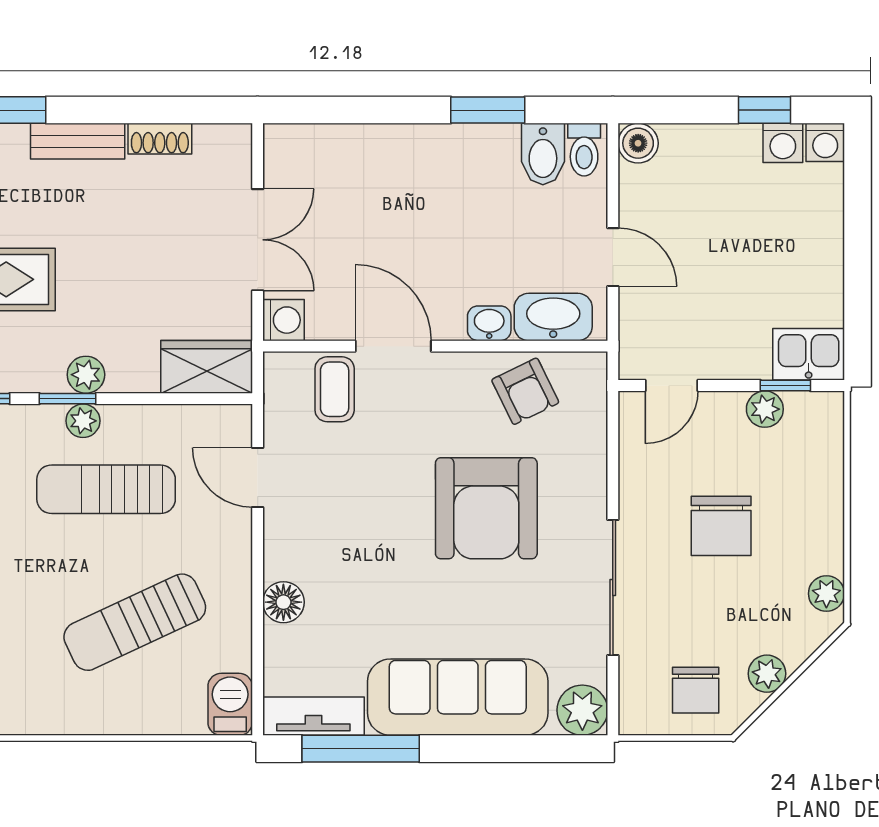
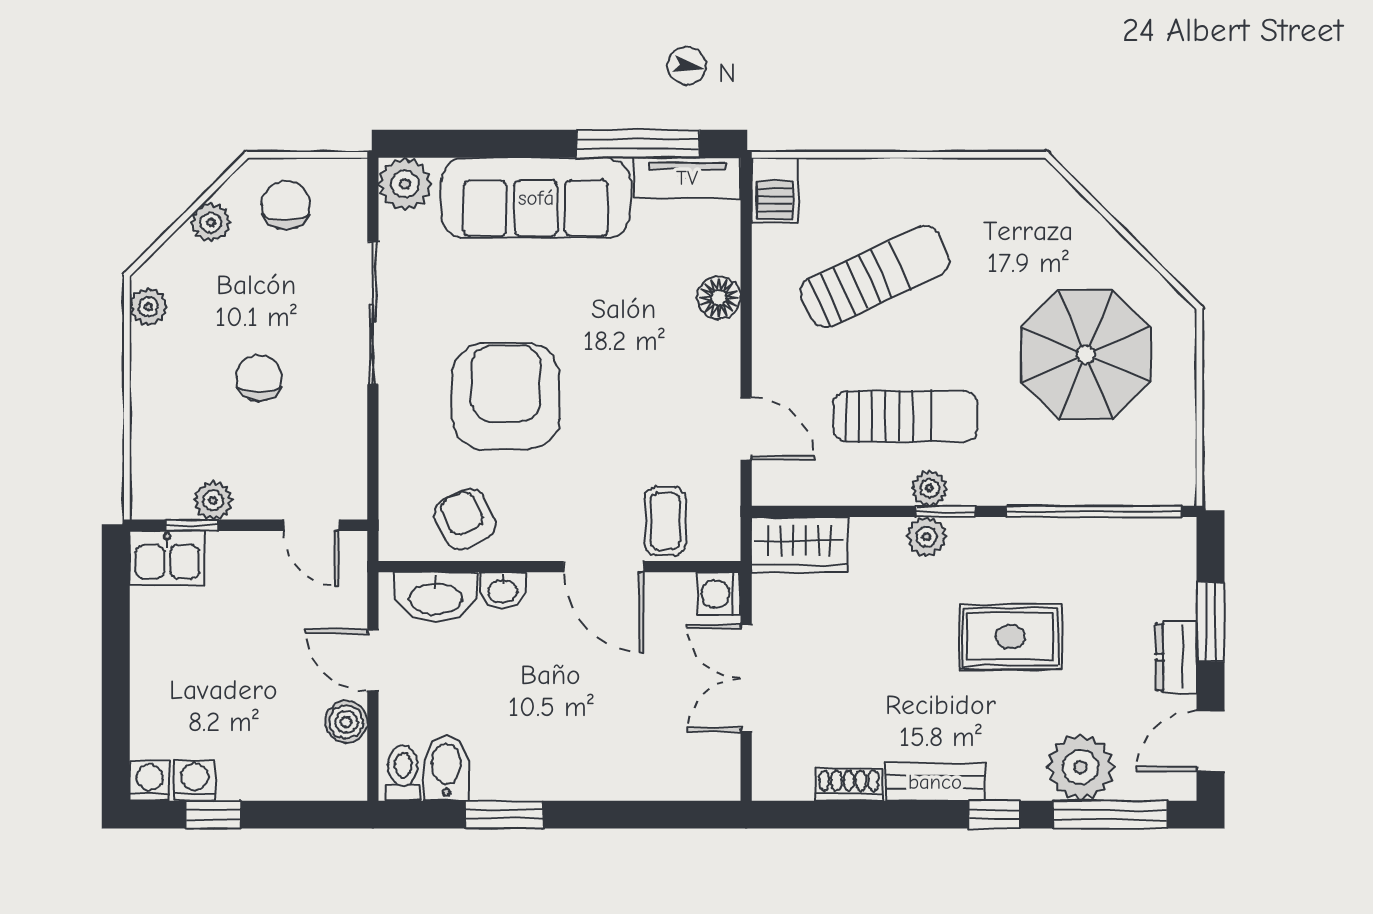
boiler: (638, 143) -> (346, 722), moved
door: (672, 385) -> (311, 525), swing flipped
chair: (721, 526) -> (259, 378), width x0.73, depth x0.73

